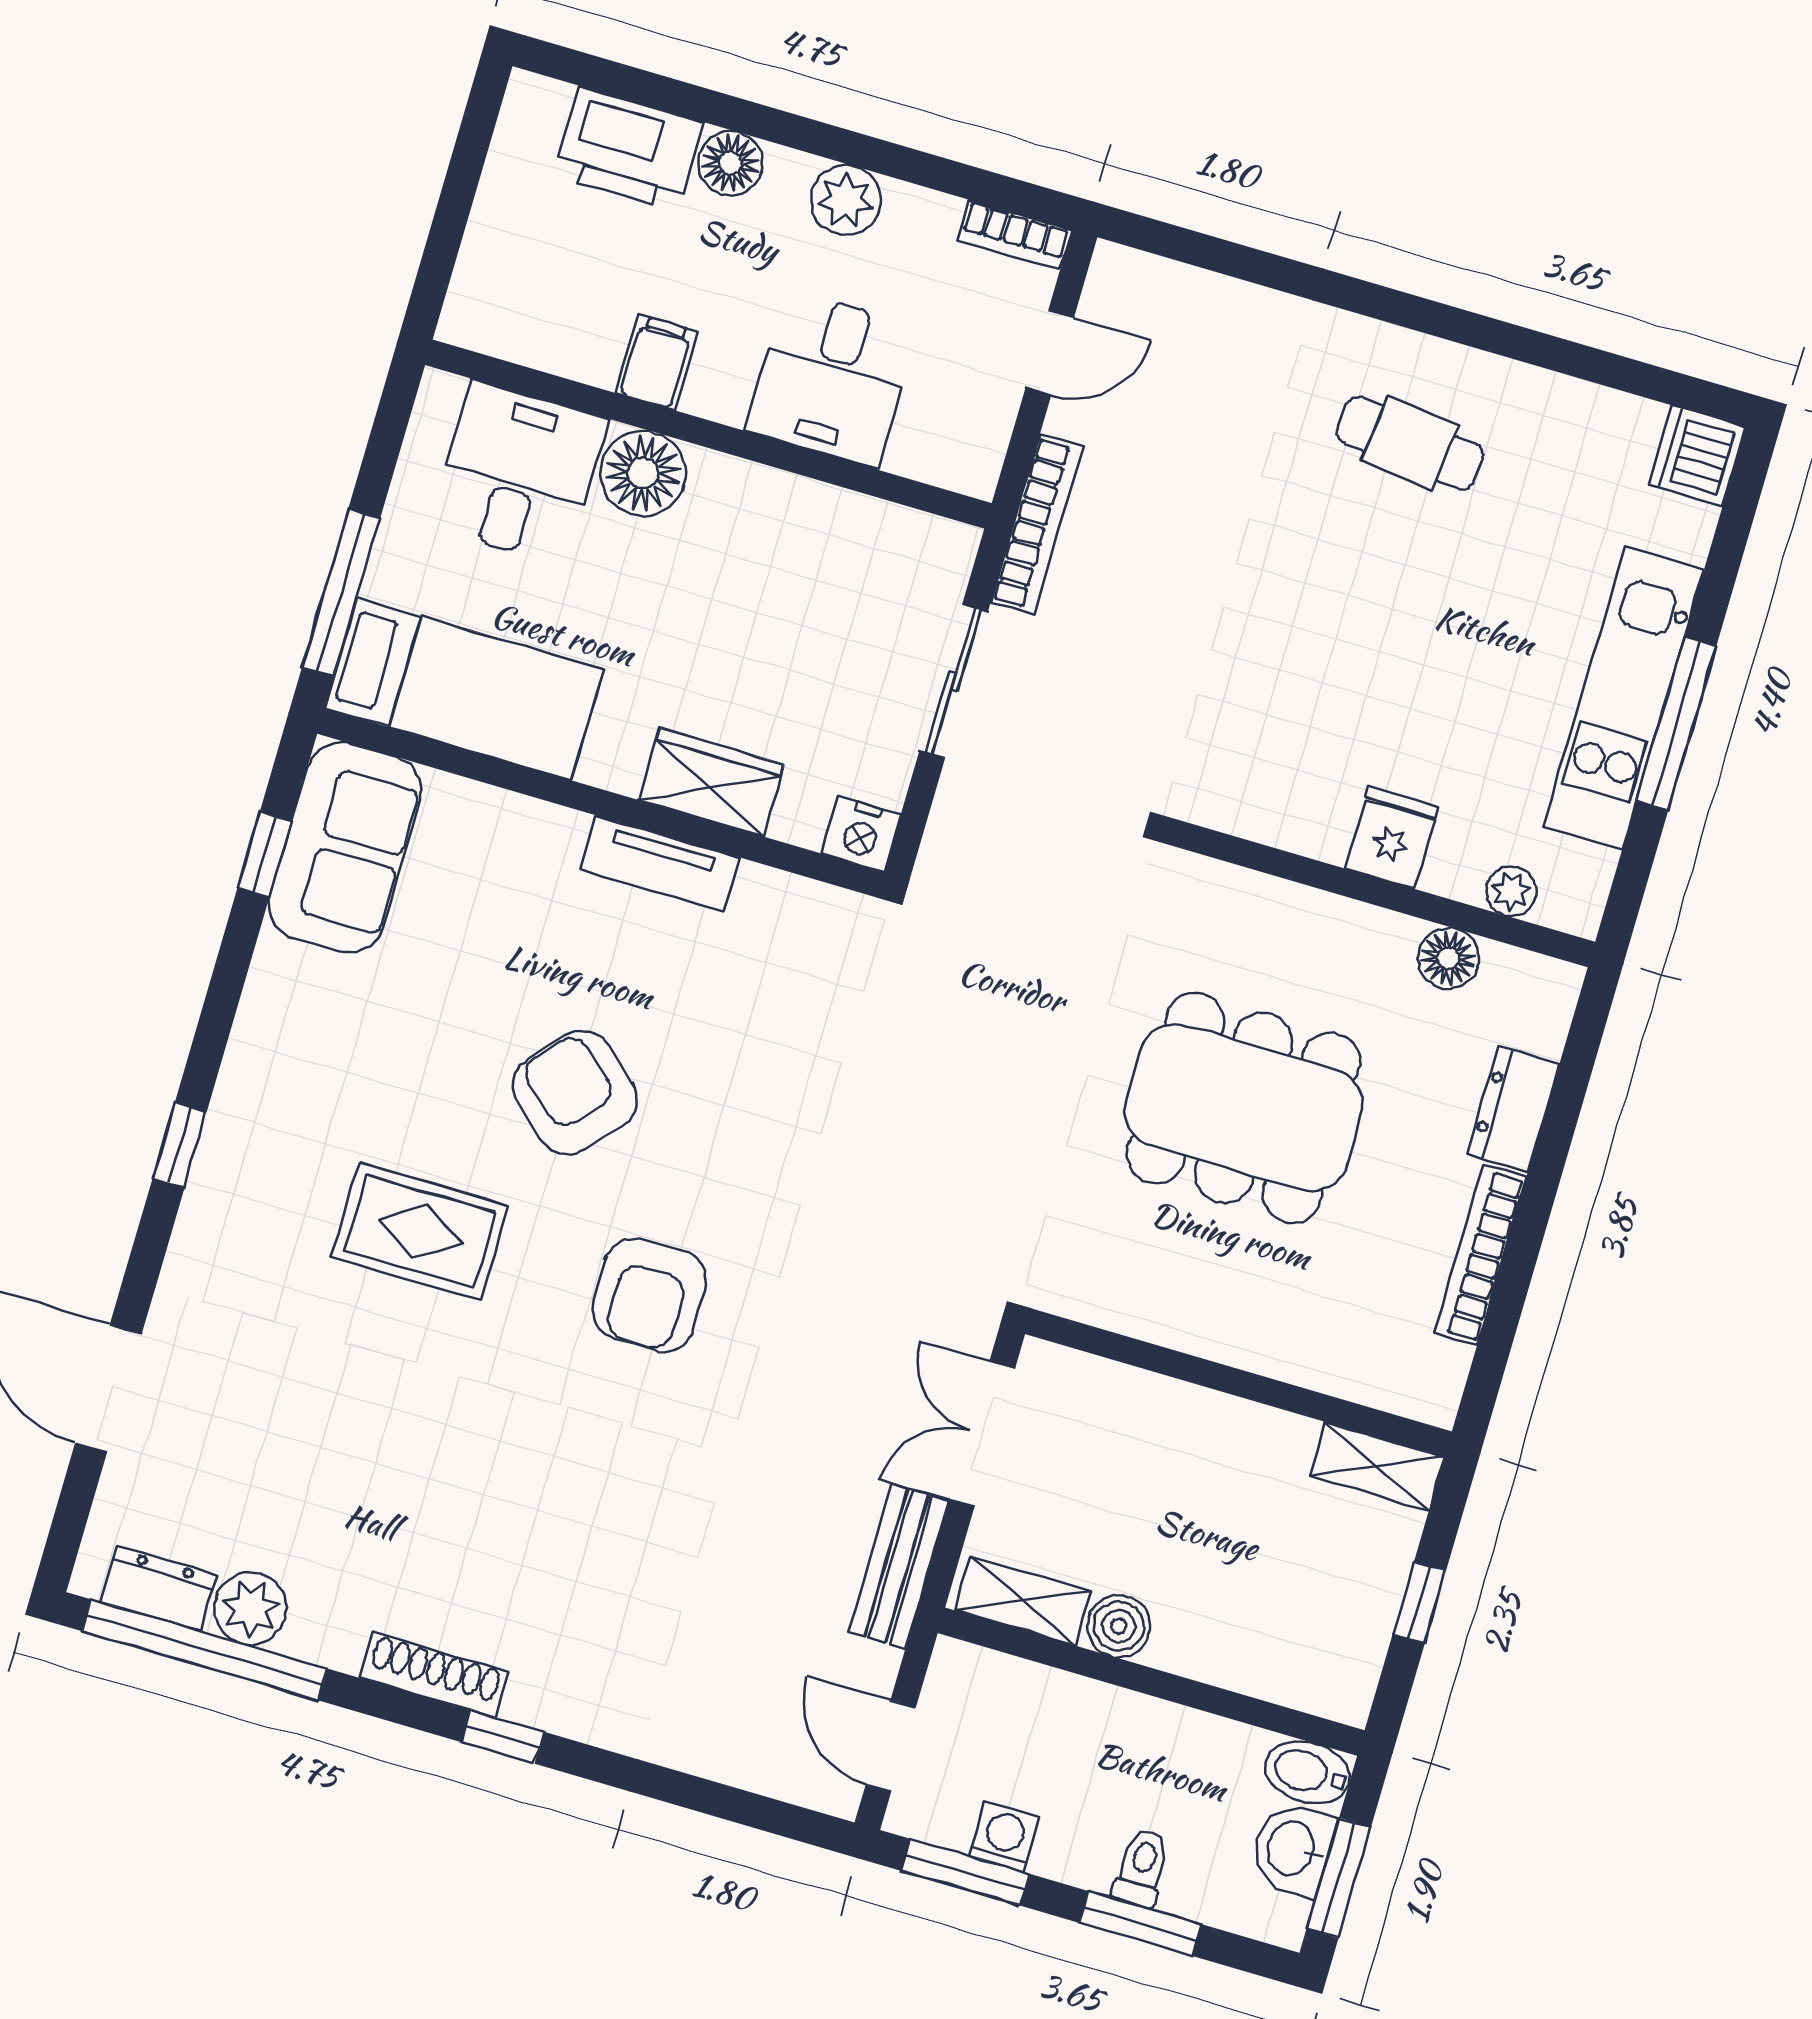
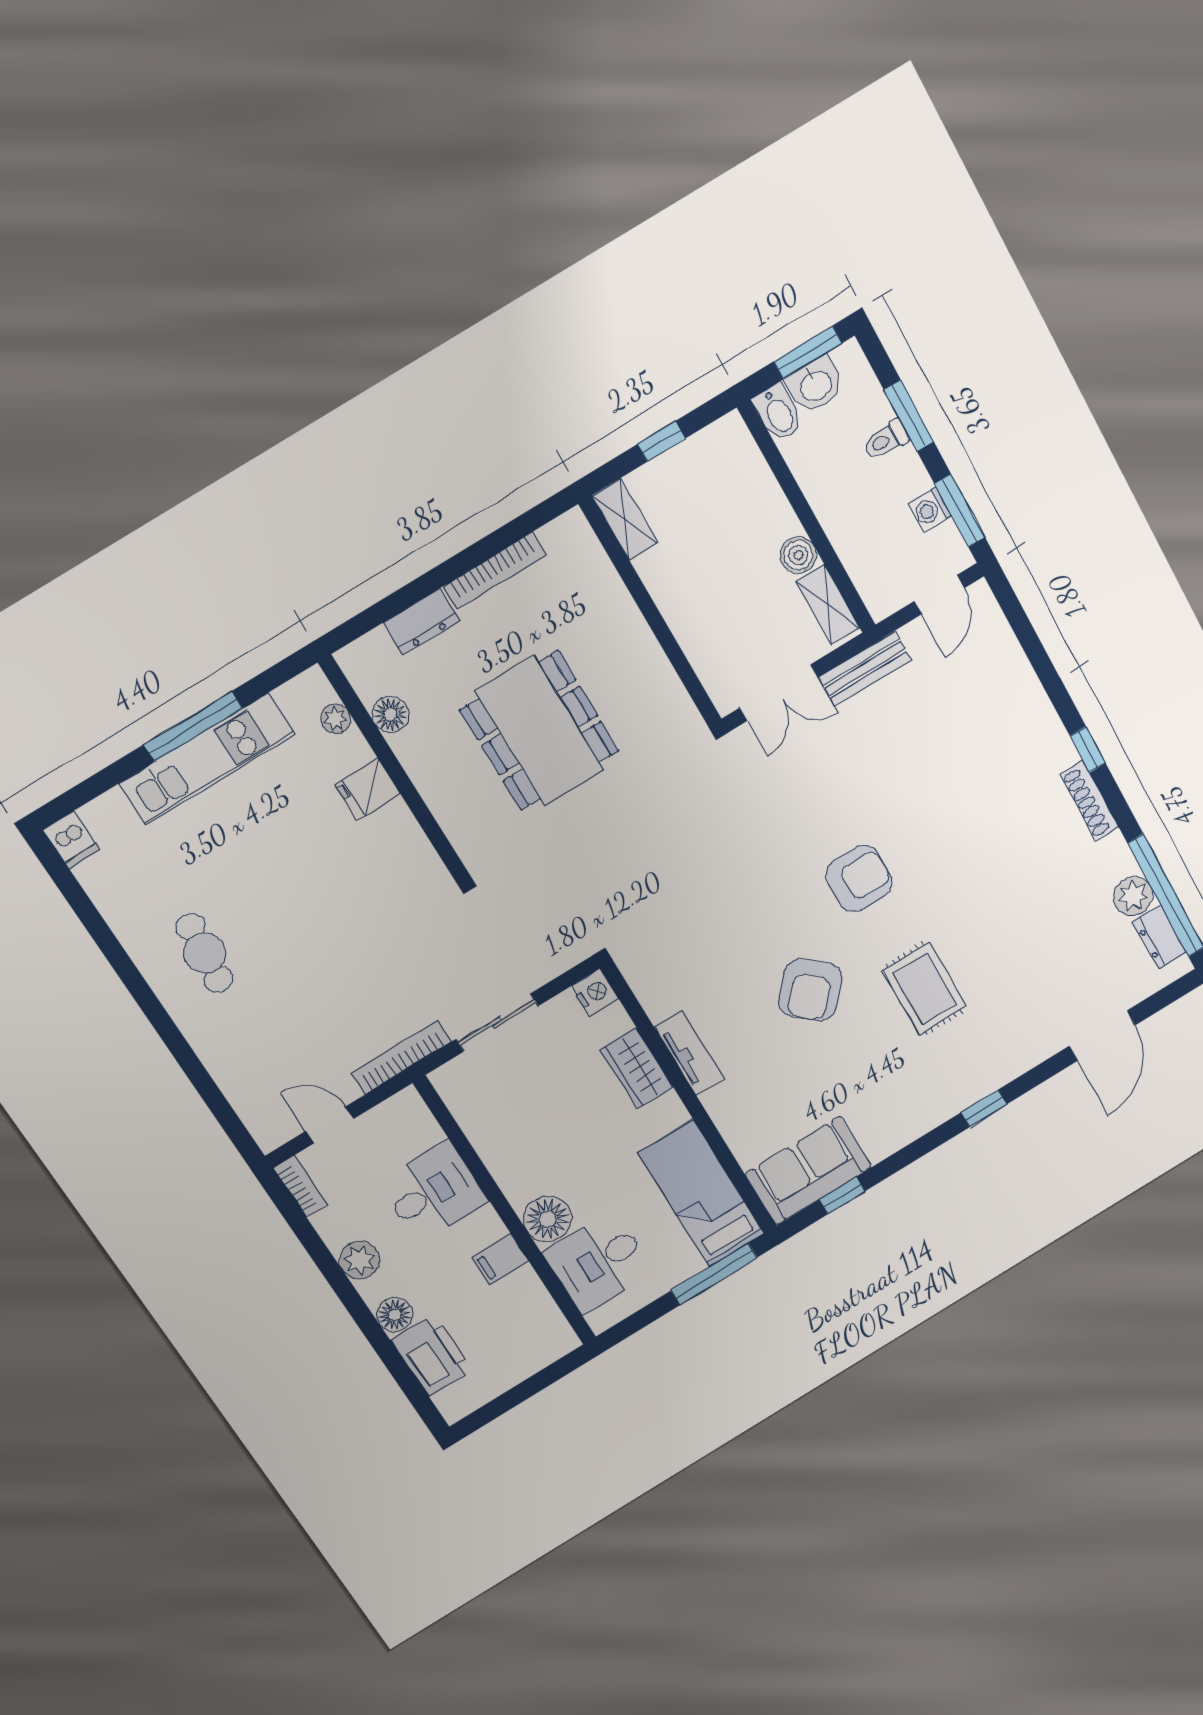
dishwasher: (1697, 456) -> (71, 840), width x0.73

